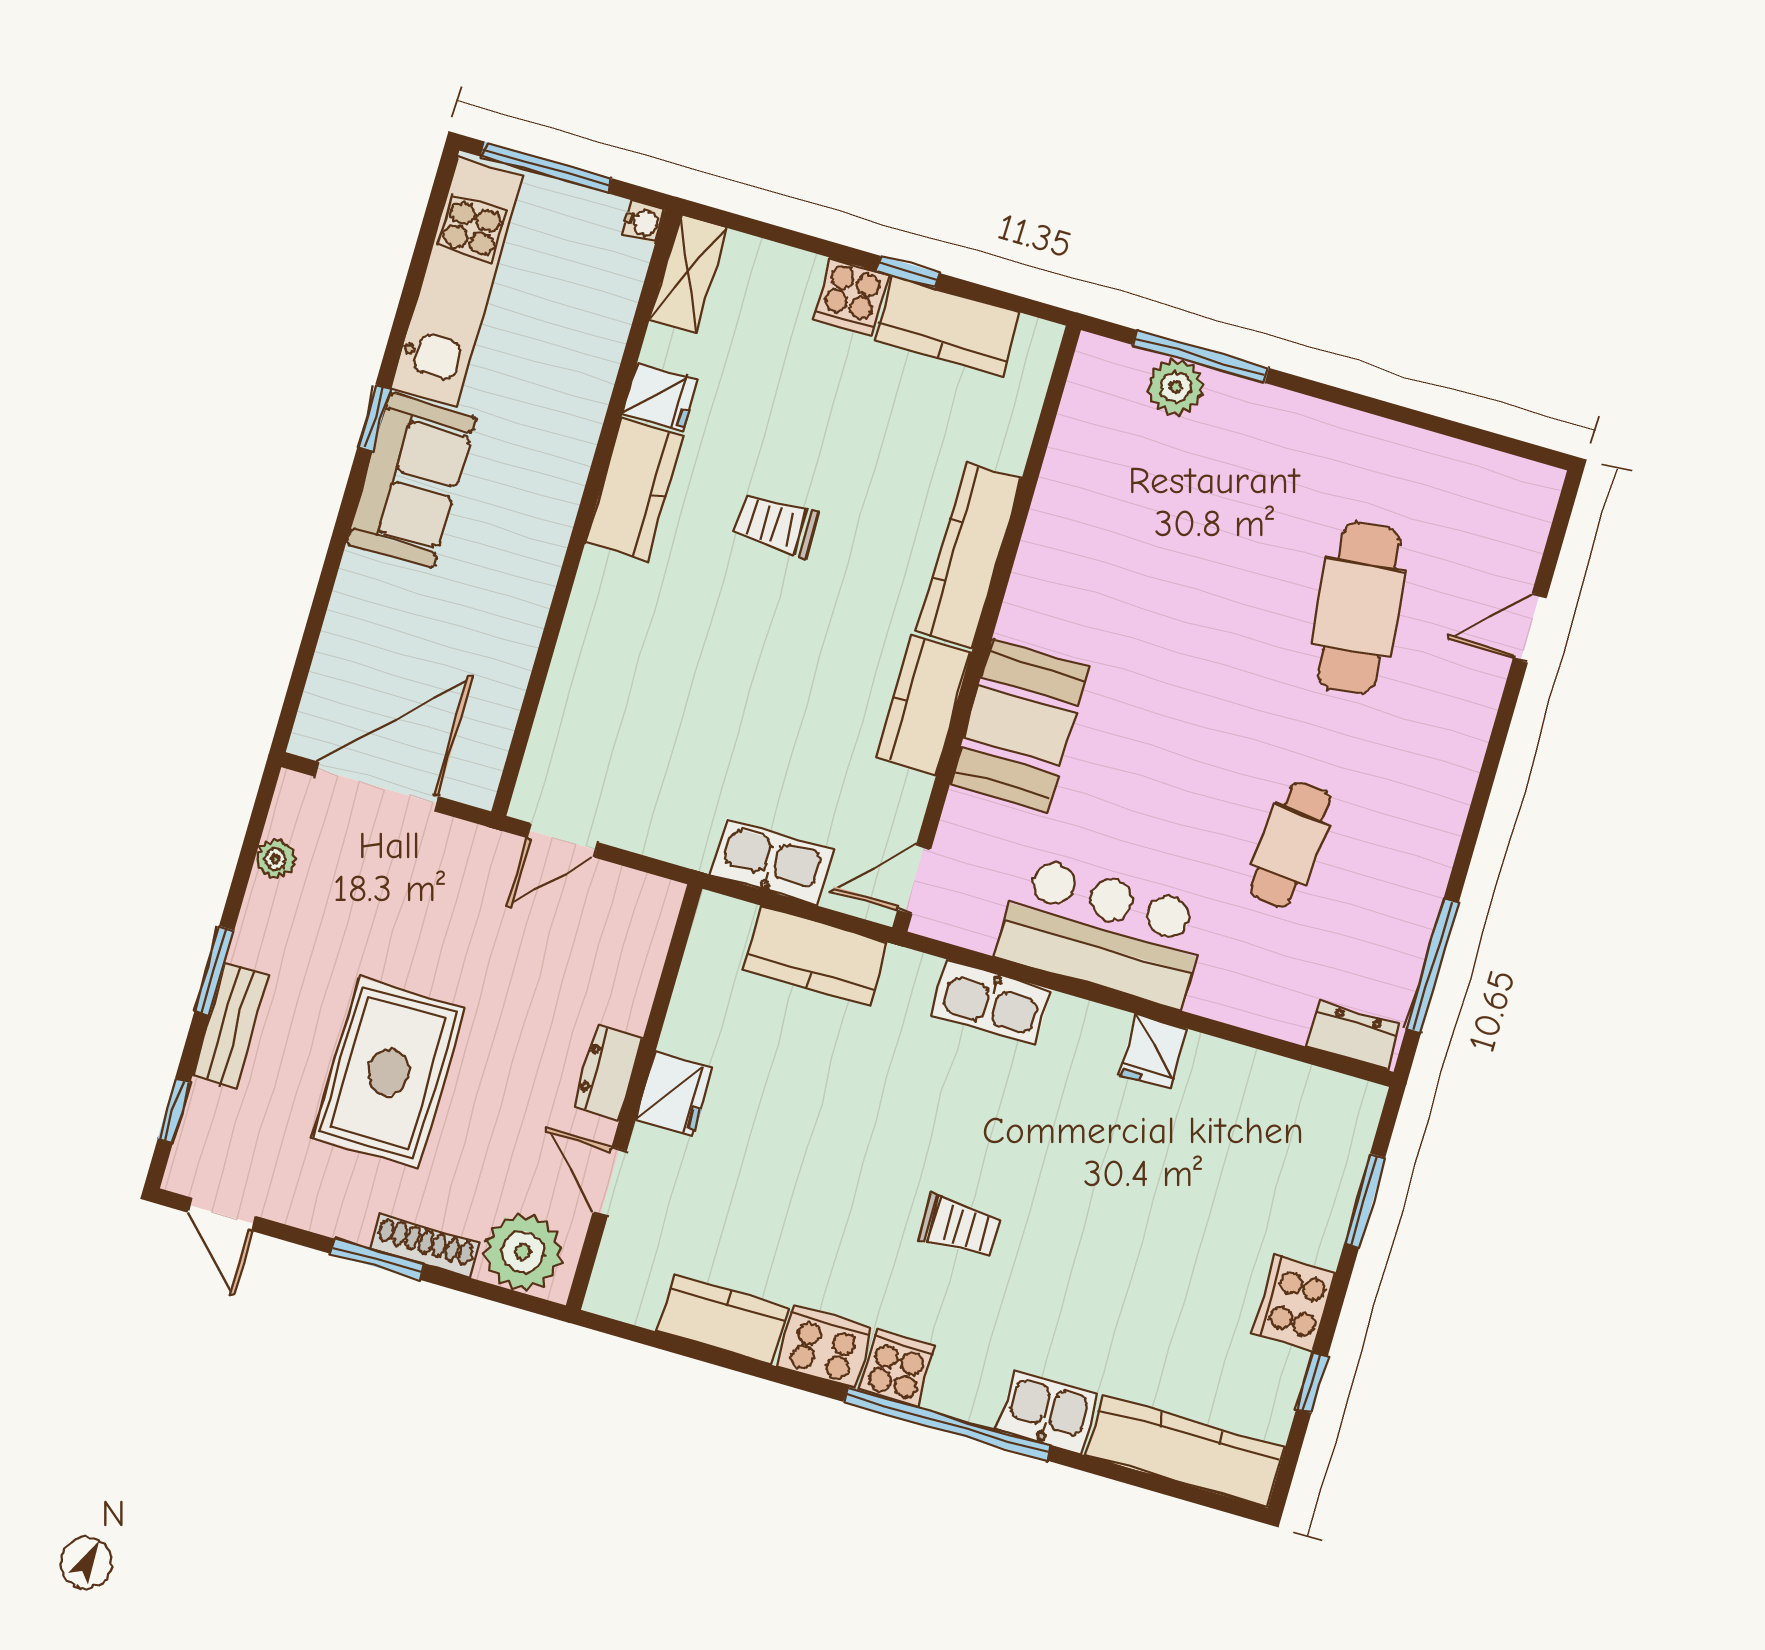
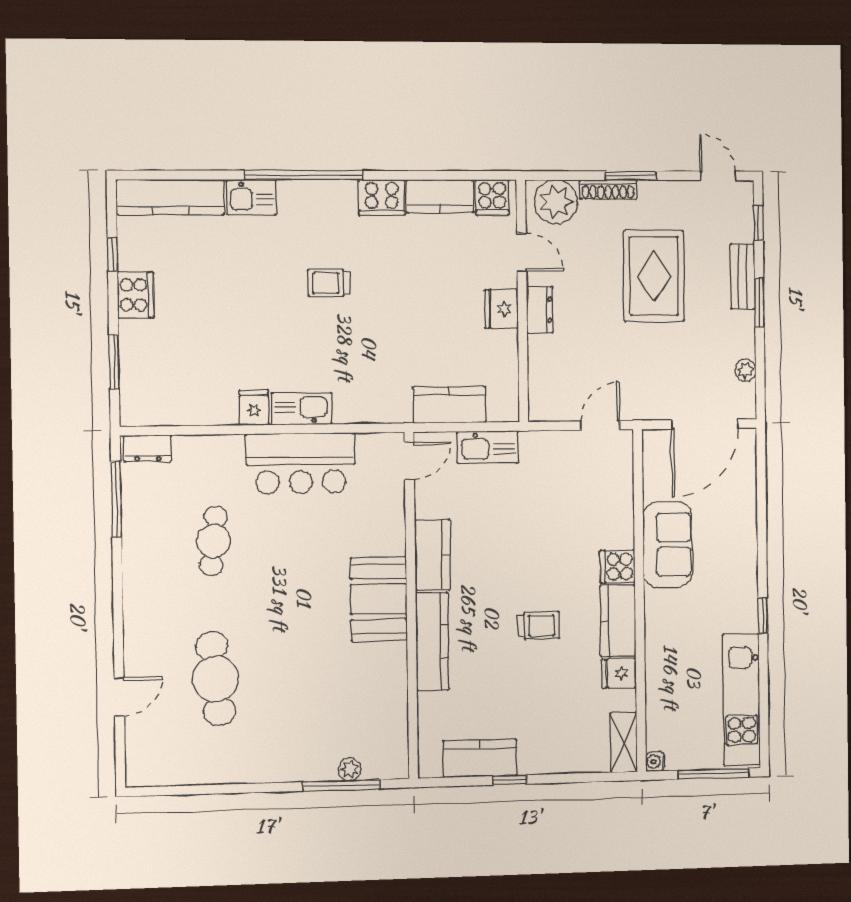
cooker: (851, 297) -> (618, 566), moved, turned -90
plant: (1176, 387) -> (350, 769), width x0.73, depth x0.73
sofa: (411, 481) -> (668, 545), moved, turned 180
booth: (1019, 726) -> (379, 599), moved
kitchen sink: (992, 1002) -> (302, 409), moved
cooker: (897, 1368) -> (492, 198), moved

